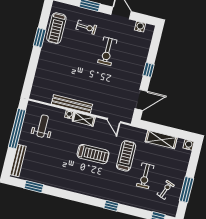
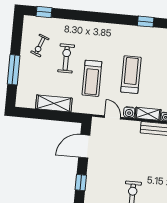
water cooler: (189, 145) -> (129, 112), moved
treadmill: (93, 154) -> (131, 75), turned 90
window: (186, 190) -> (14, 70), moved
window: (111, 206) -> (146, 22), moved

